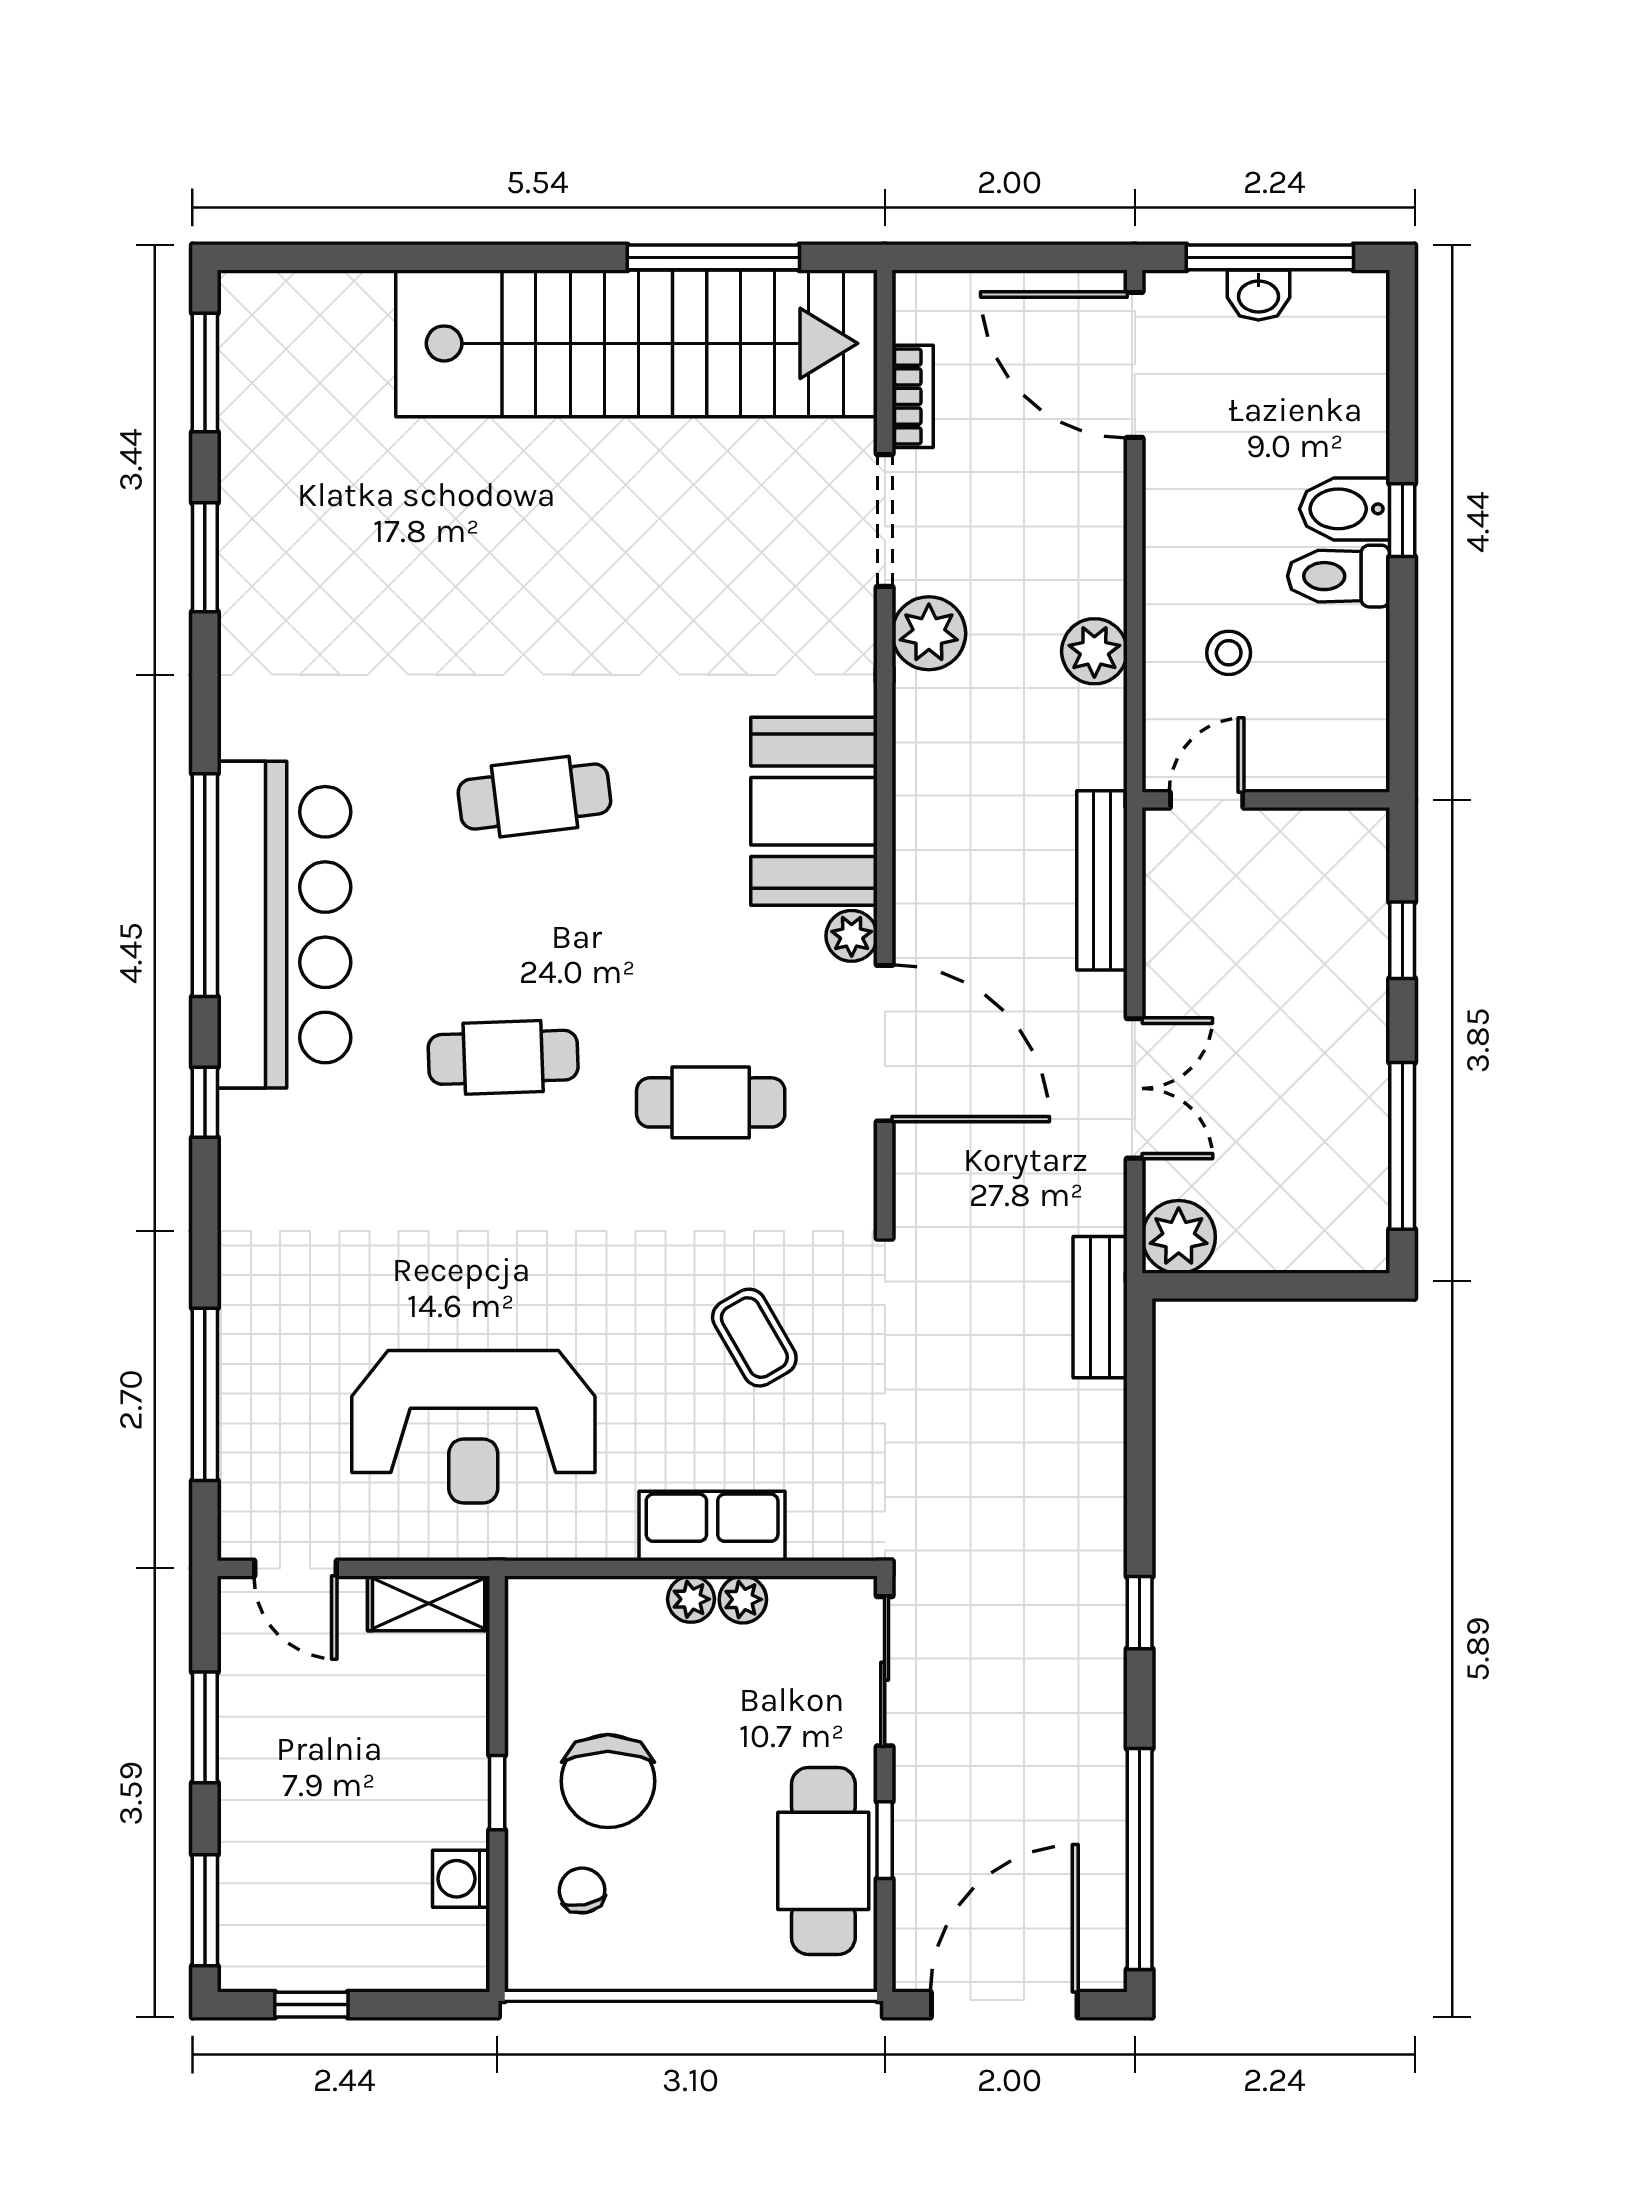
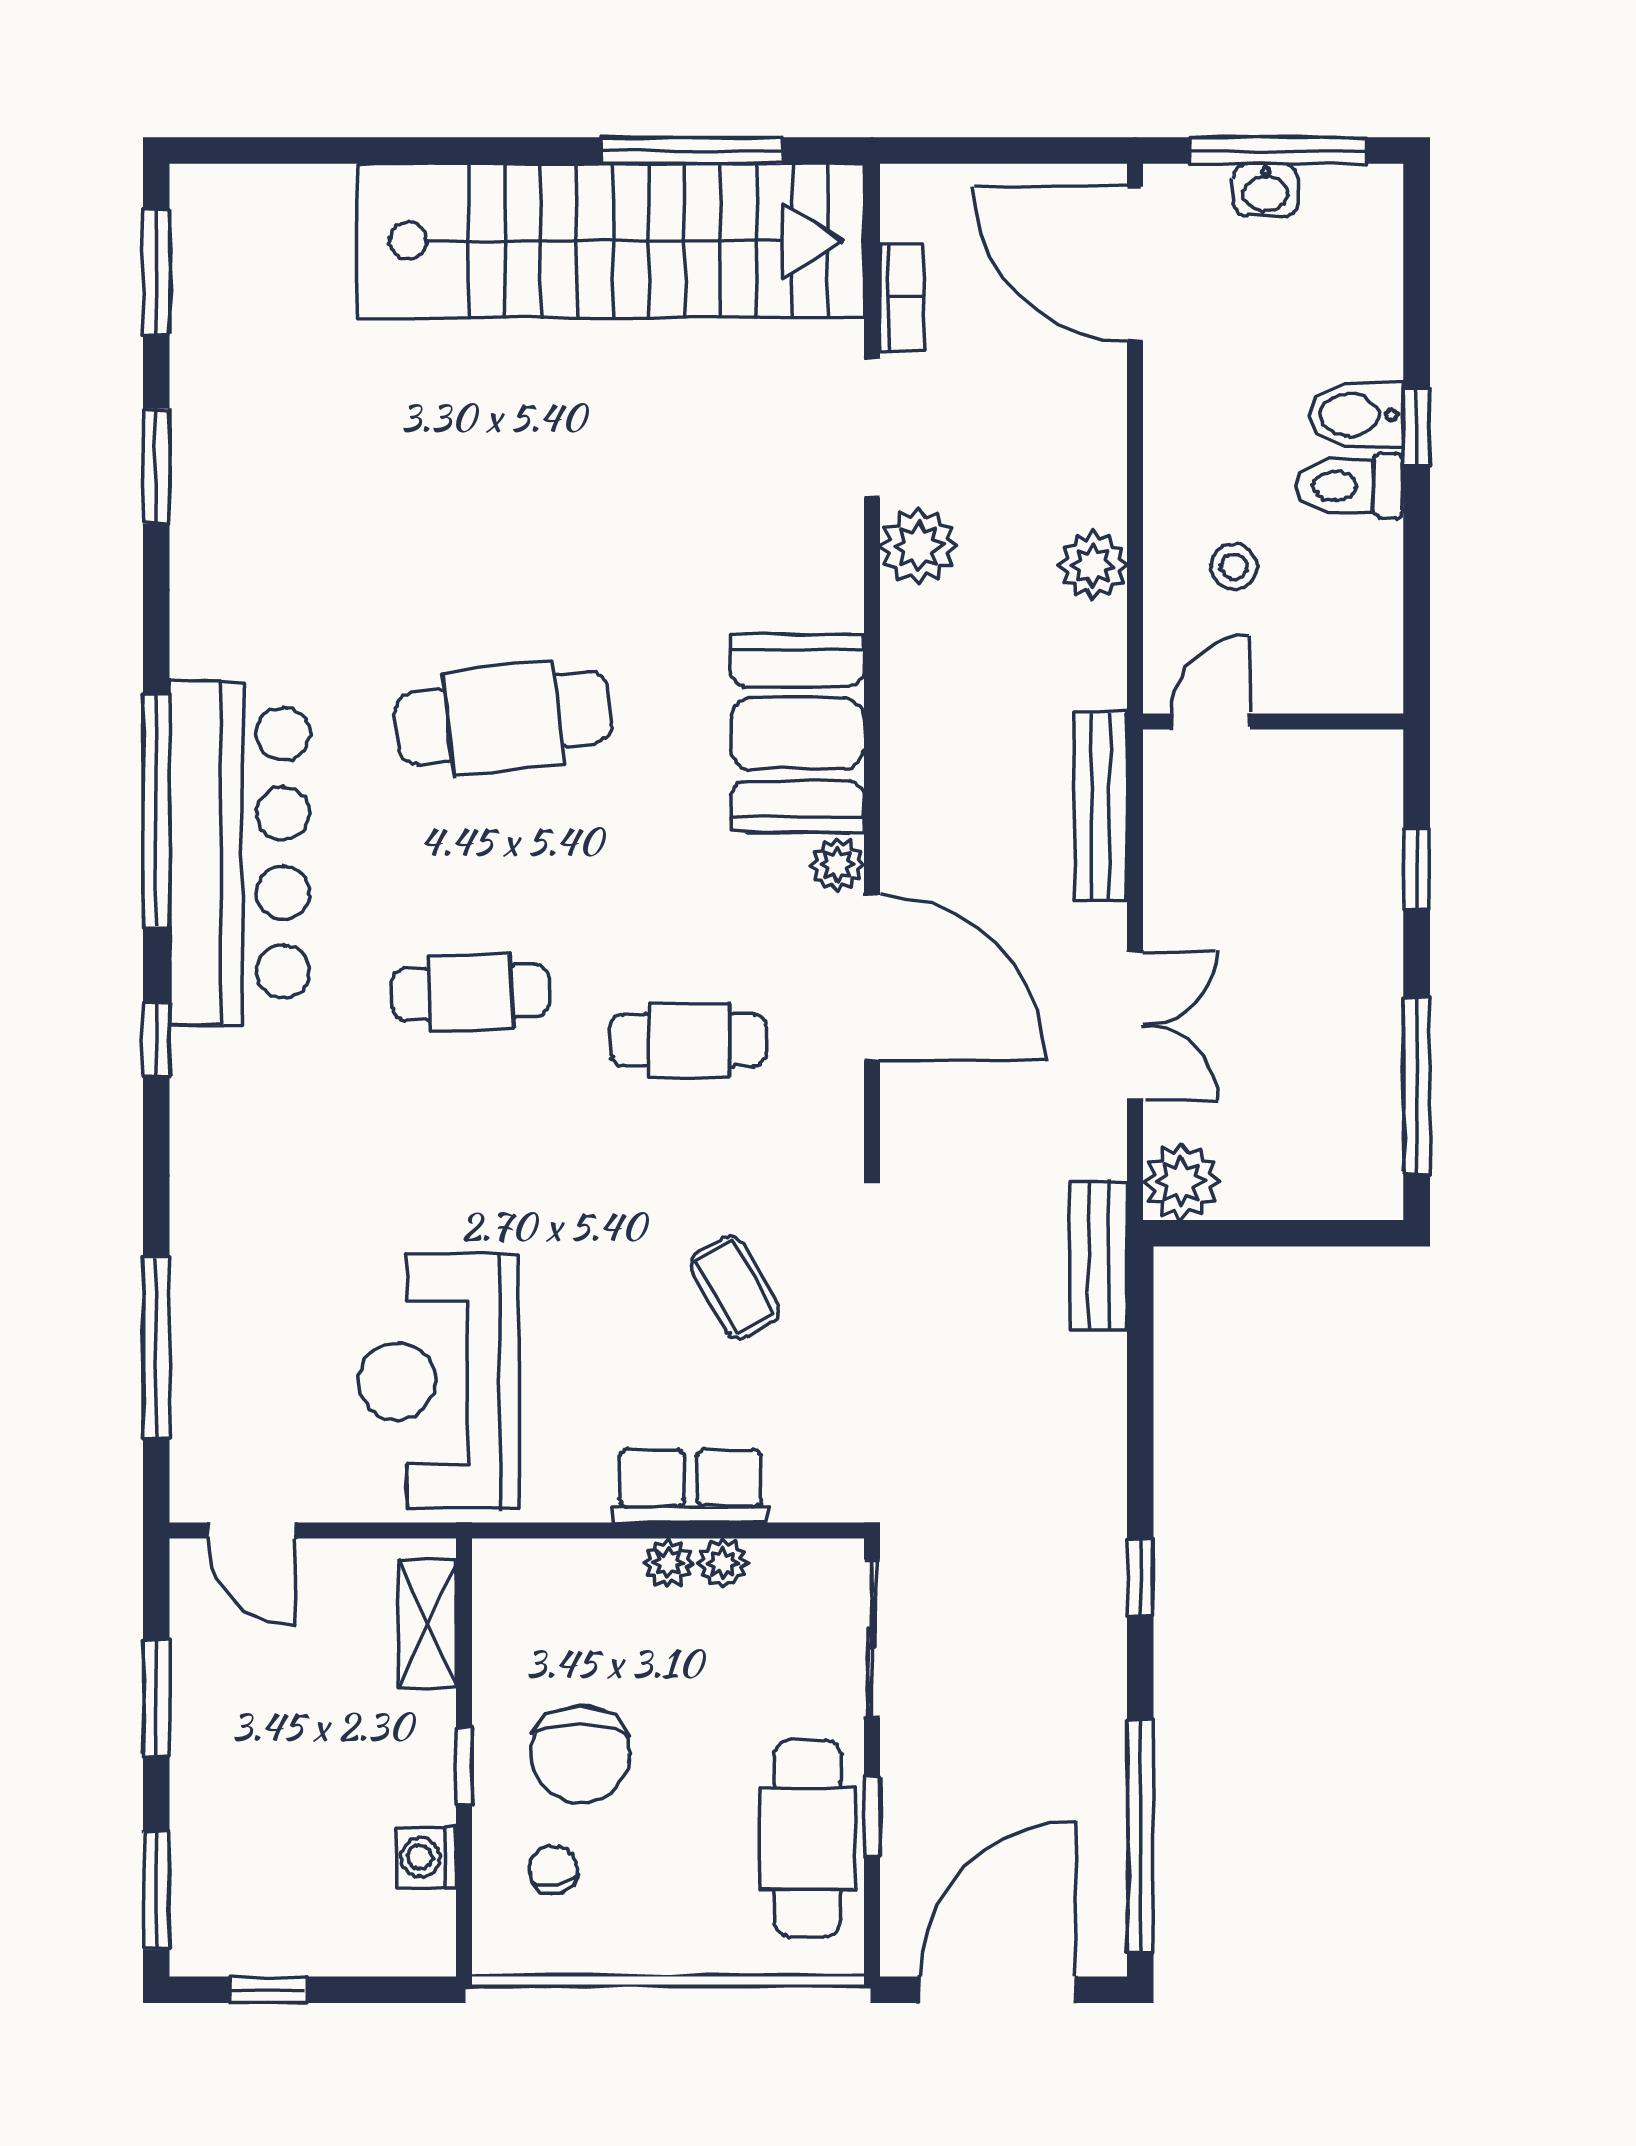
cafe table: (534, 797) -> (503, 718), width x1.37, depth x1.35
reception desk: (473, 1427) -> (439, 1381), turned 90
shelving: (429, 1603) -> (427, 1624), moved, turned 90

